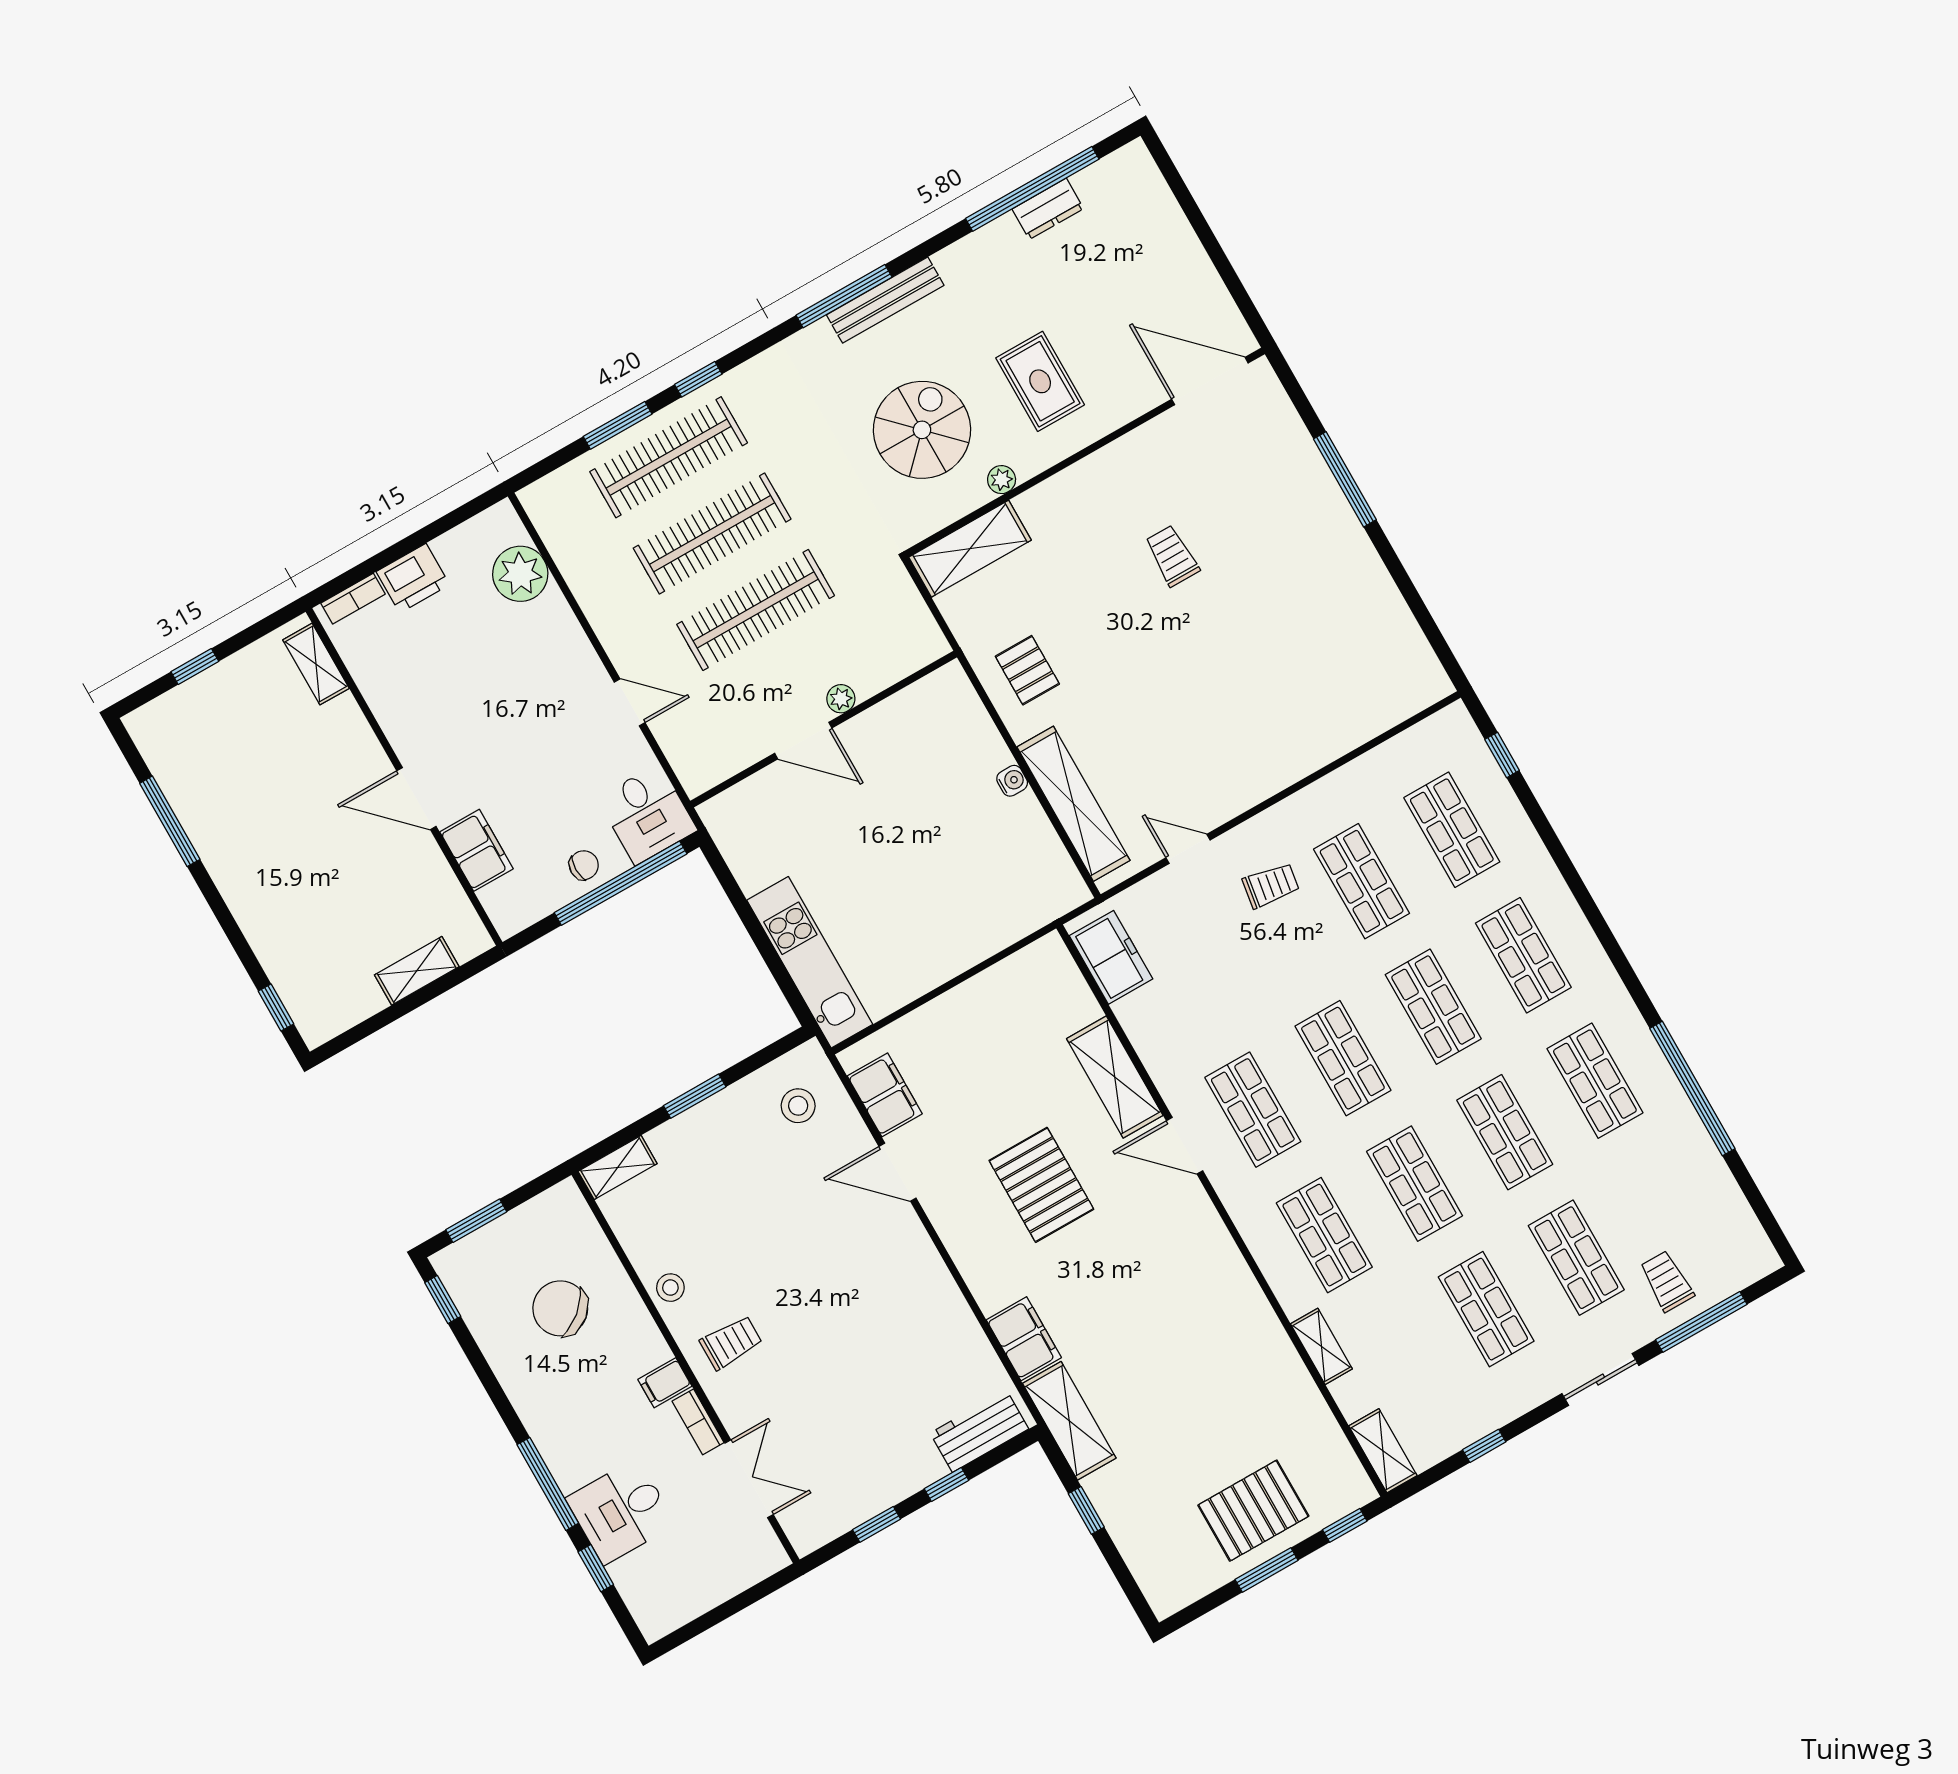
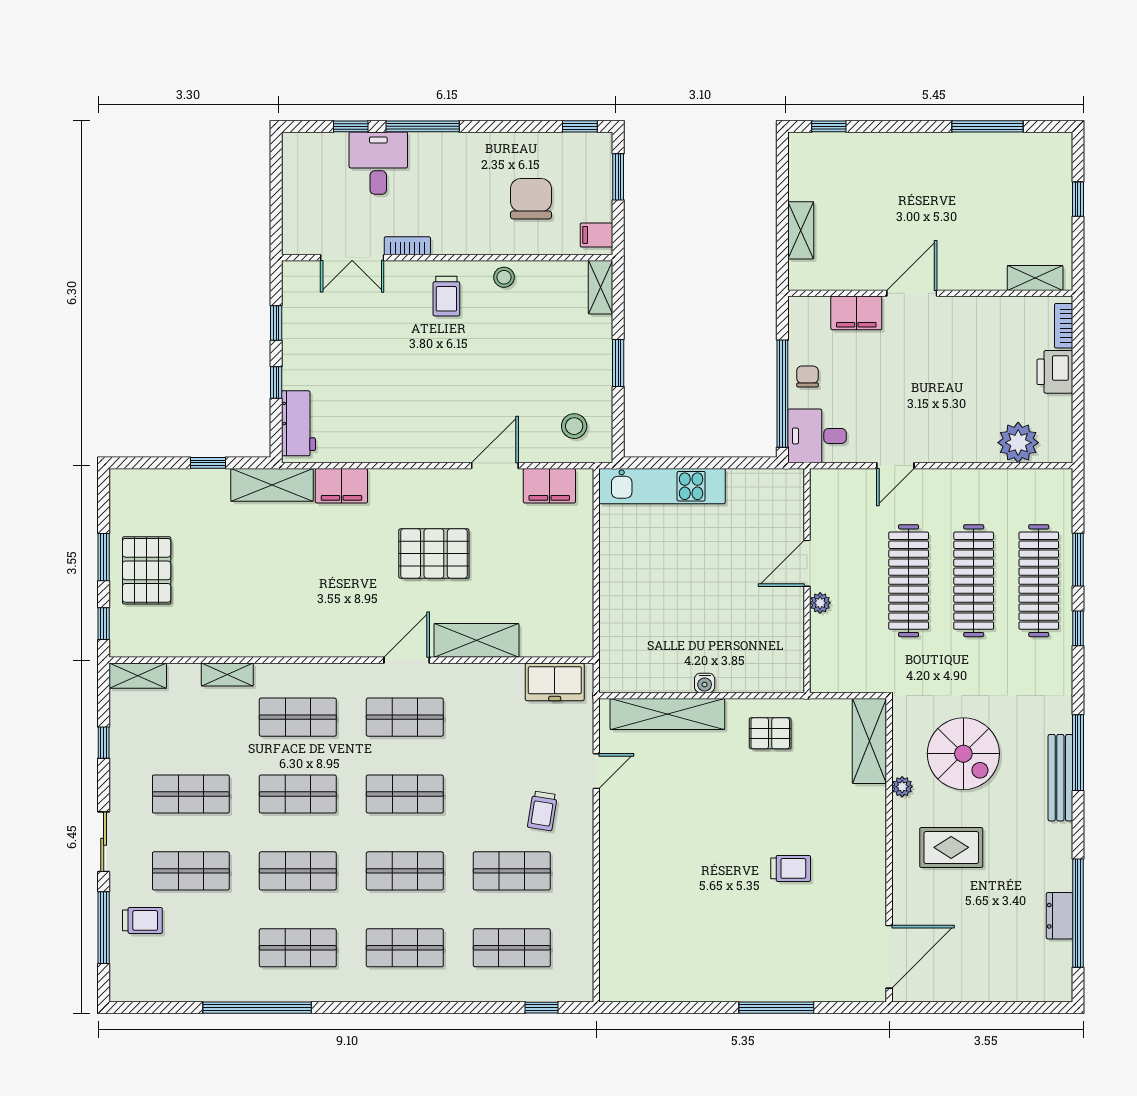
chair: (584, 865) -> (807, 376), turned 180
chair: (560, 1308) -> (531, 199), turned -50
filing cabinet: (665, 1383) -> (596, 235), moved, turned -90

